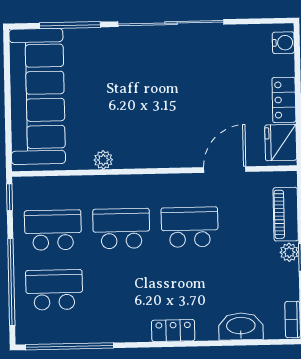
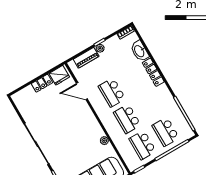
water cooler: (283, 43) -> (20, 96), removed
locker: (173, 331) -> (153, 72), width x1.53

